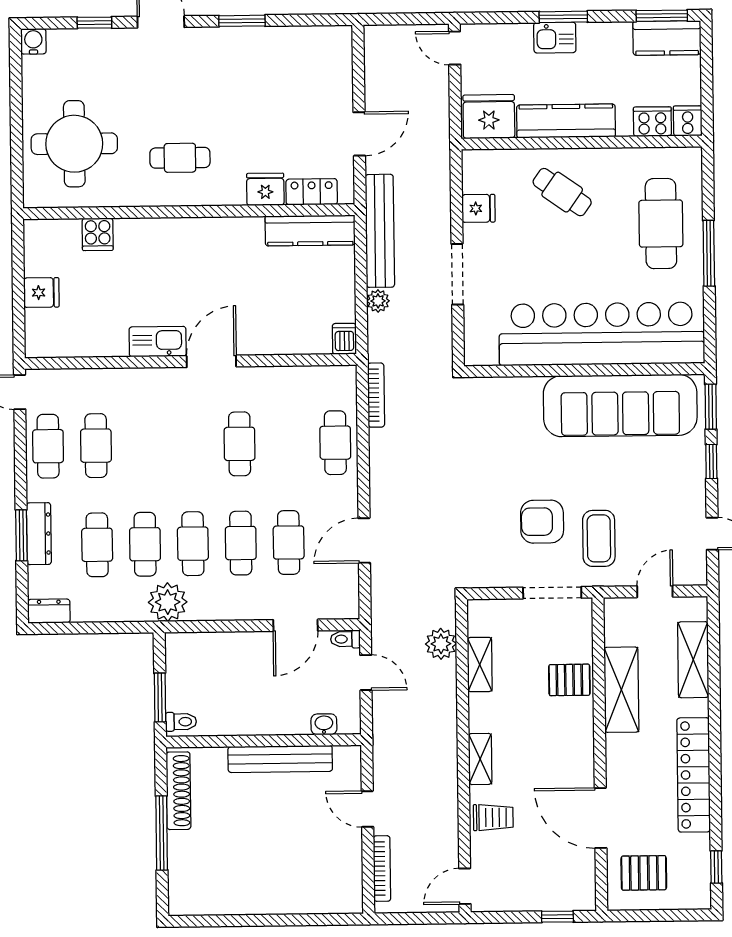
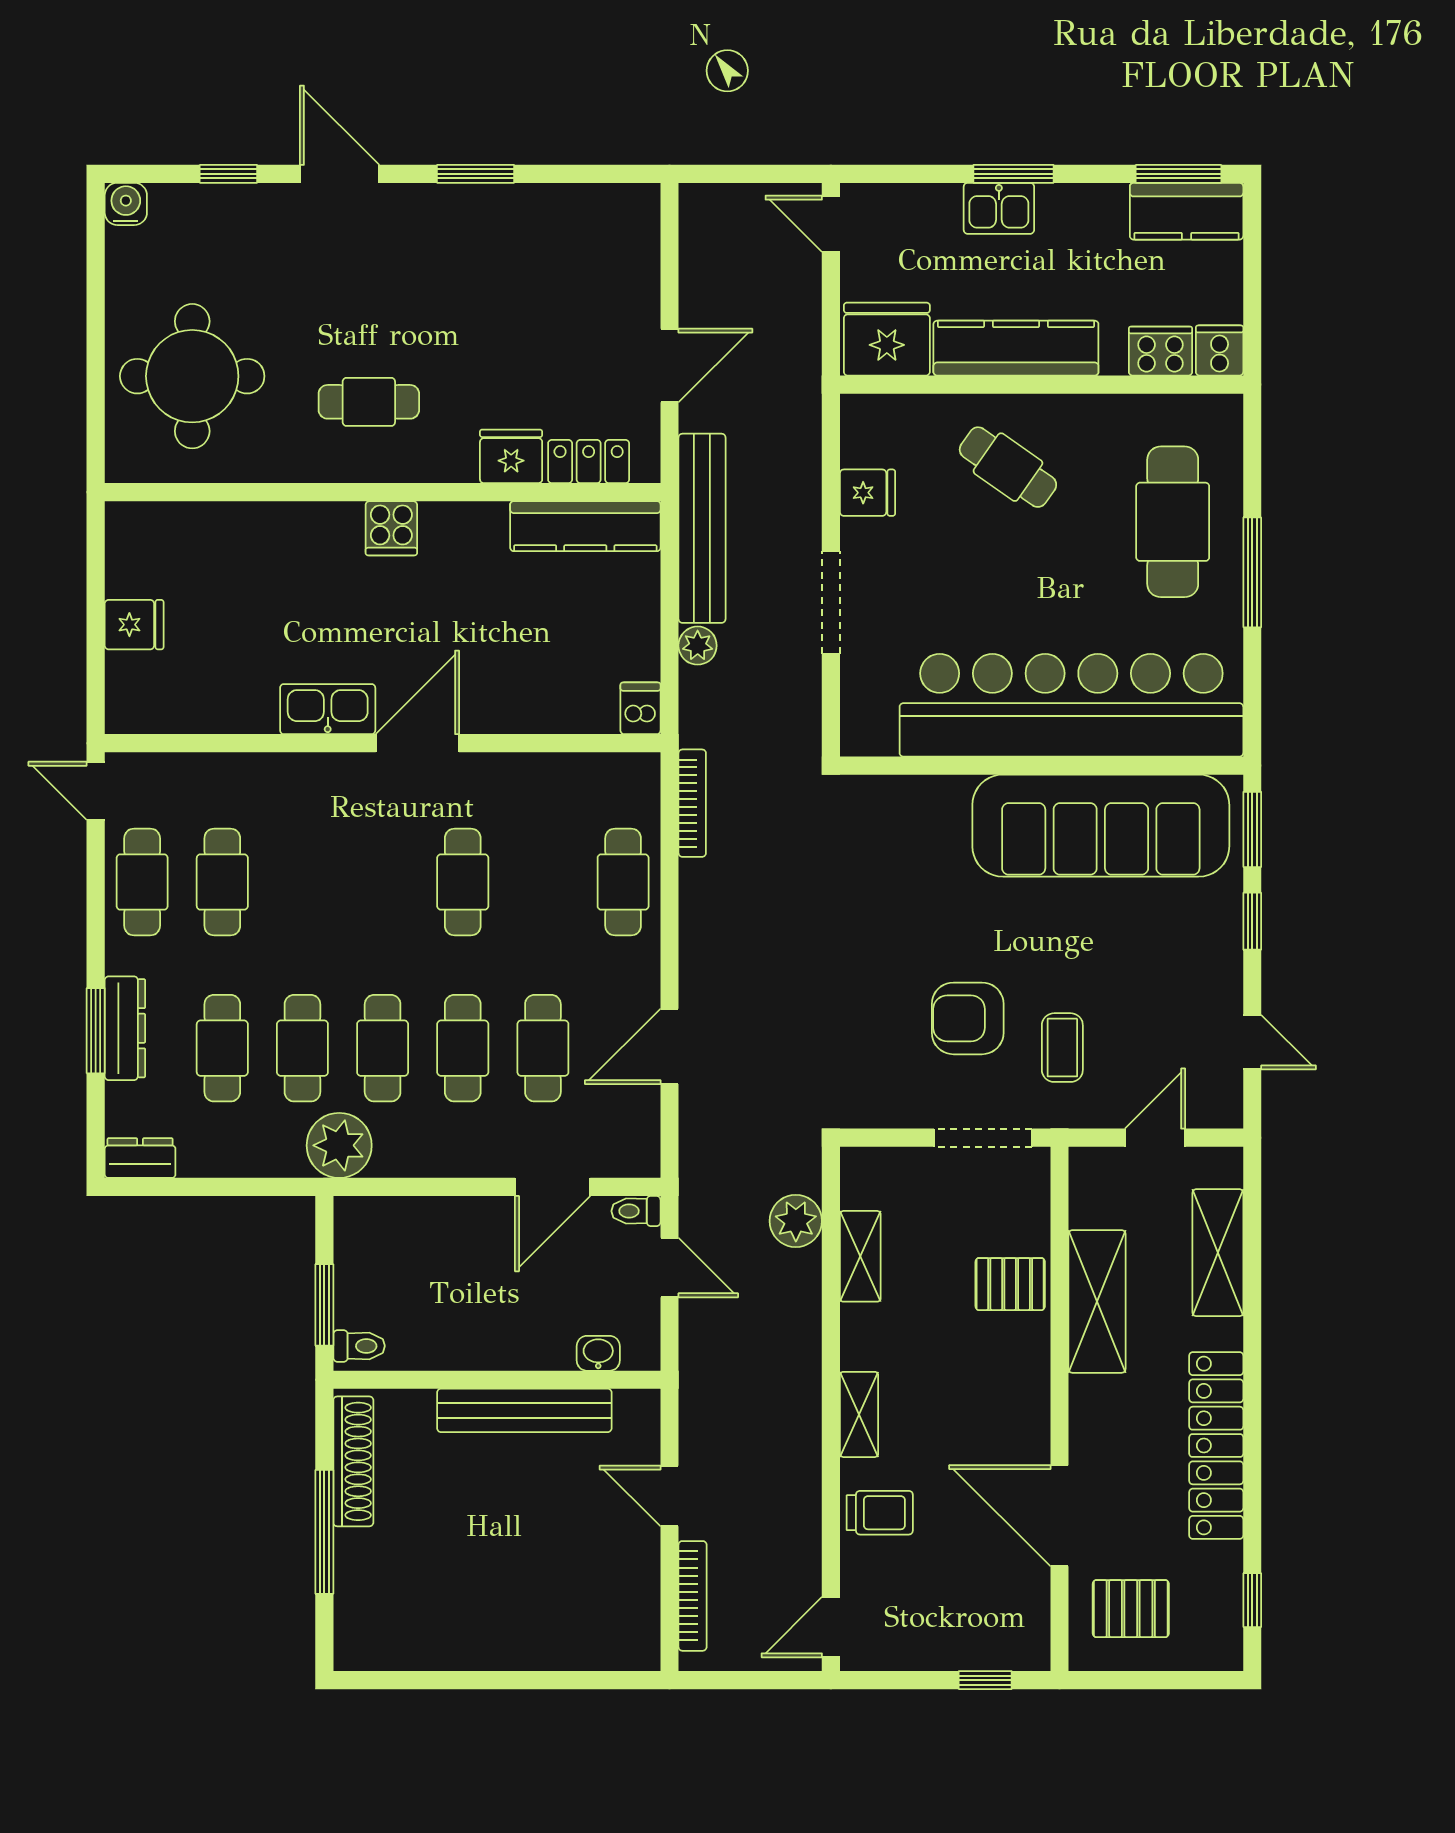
cooker: (98, 234) -> (391, 528), moved
coffee table: (599, 538) -> (1062, 1048), width x0.73, depth x0.77

